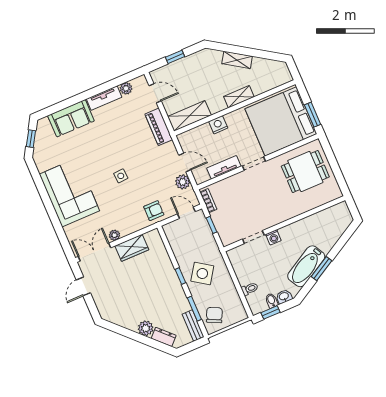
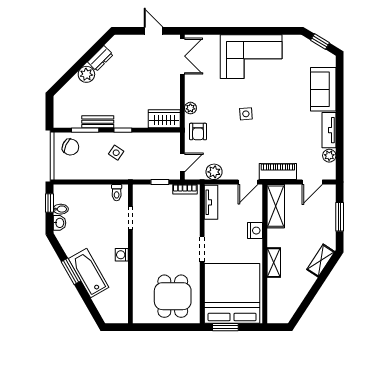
window: (175, 57) -> (340, 217), width x1.50
shelving: (237, 60) -> (321, 261), moved
door: (185, 163) -> (248, 182), moved
tv unit: (224, 167) -> (211, 202), moved
plant: (114, 235) -> (190, 108), moved
washing machine: (273, 237) -> (122, 255), moved
wardrobe: (132, 248) -> (164, 119), moved, turned 90
bathtub: (306, 266) -> (89, 273), moved
side table: (202, 273) -> (116, 153), width x0.54, depth x0.54
toilet: (250, 289) -> (117, 193), moved
bench: (193, 326) -> (98, 122), moved
dresser: (164, 337) -> (100, 58), moved

